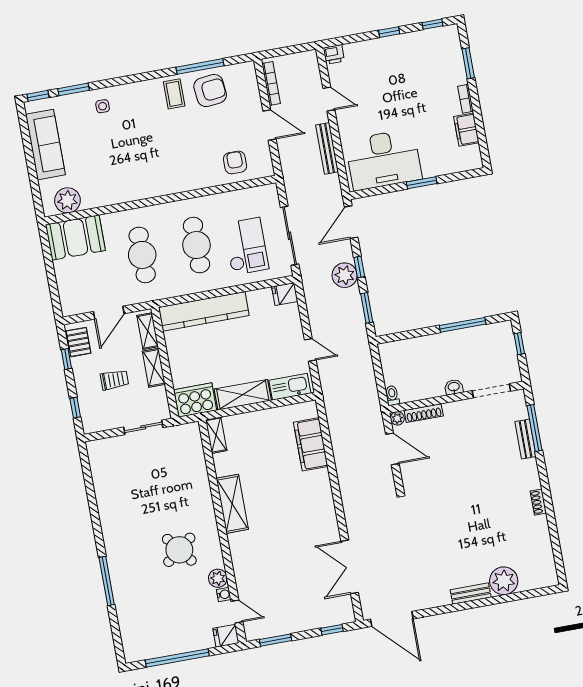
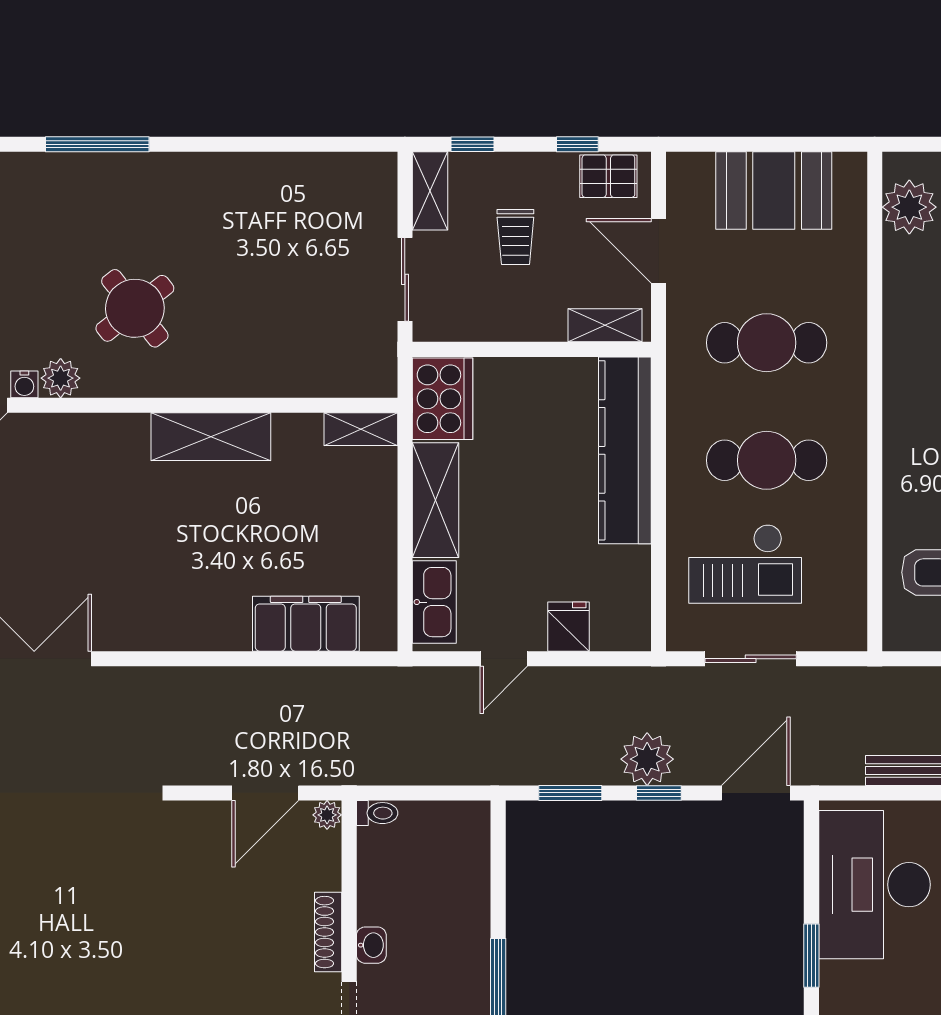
door: (351, 222) -> (756, 793), hinge flipped
sliding door: (290, 236) -> (751, 659), width x0.73
booth: (75, 238) -> (774, 191), moved, turned 90
fridge: (285, 294) -> (568, 627), moved
shelving: (154, 368) -> (430, 191), moved, turned 90
shoe rack: (424, 413) -> (328, 932), moved

